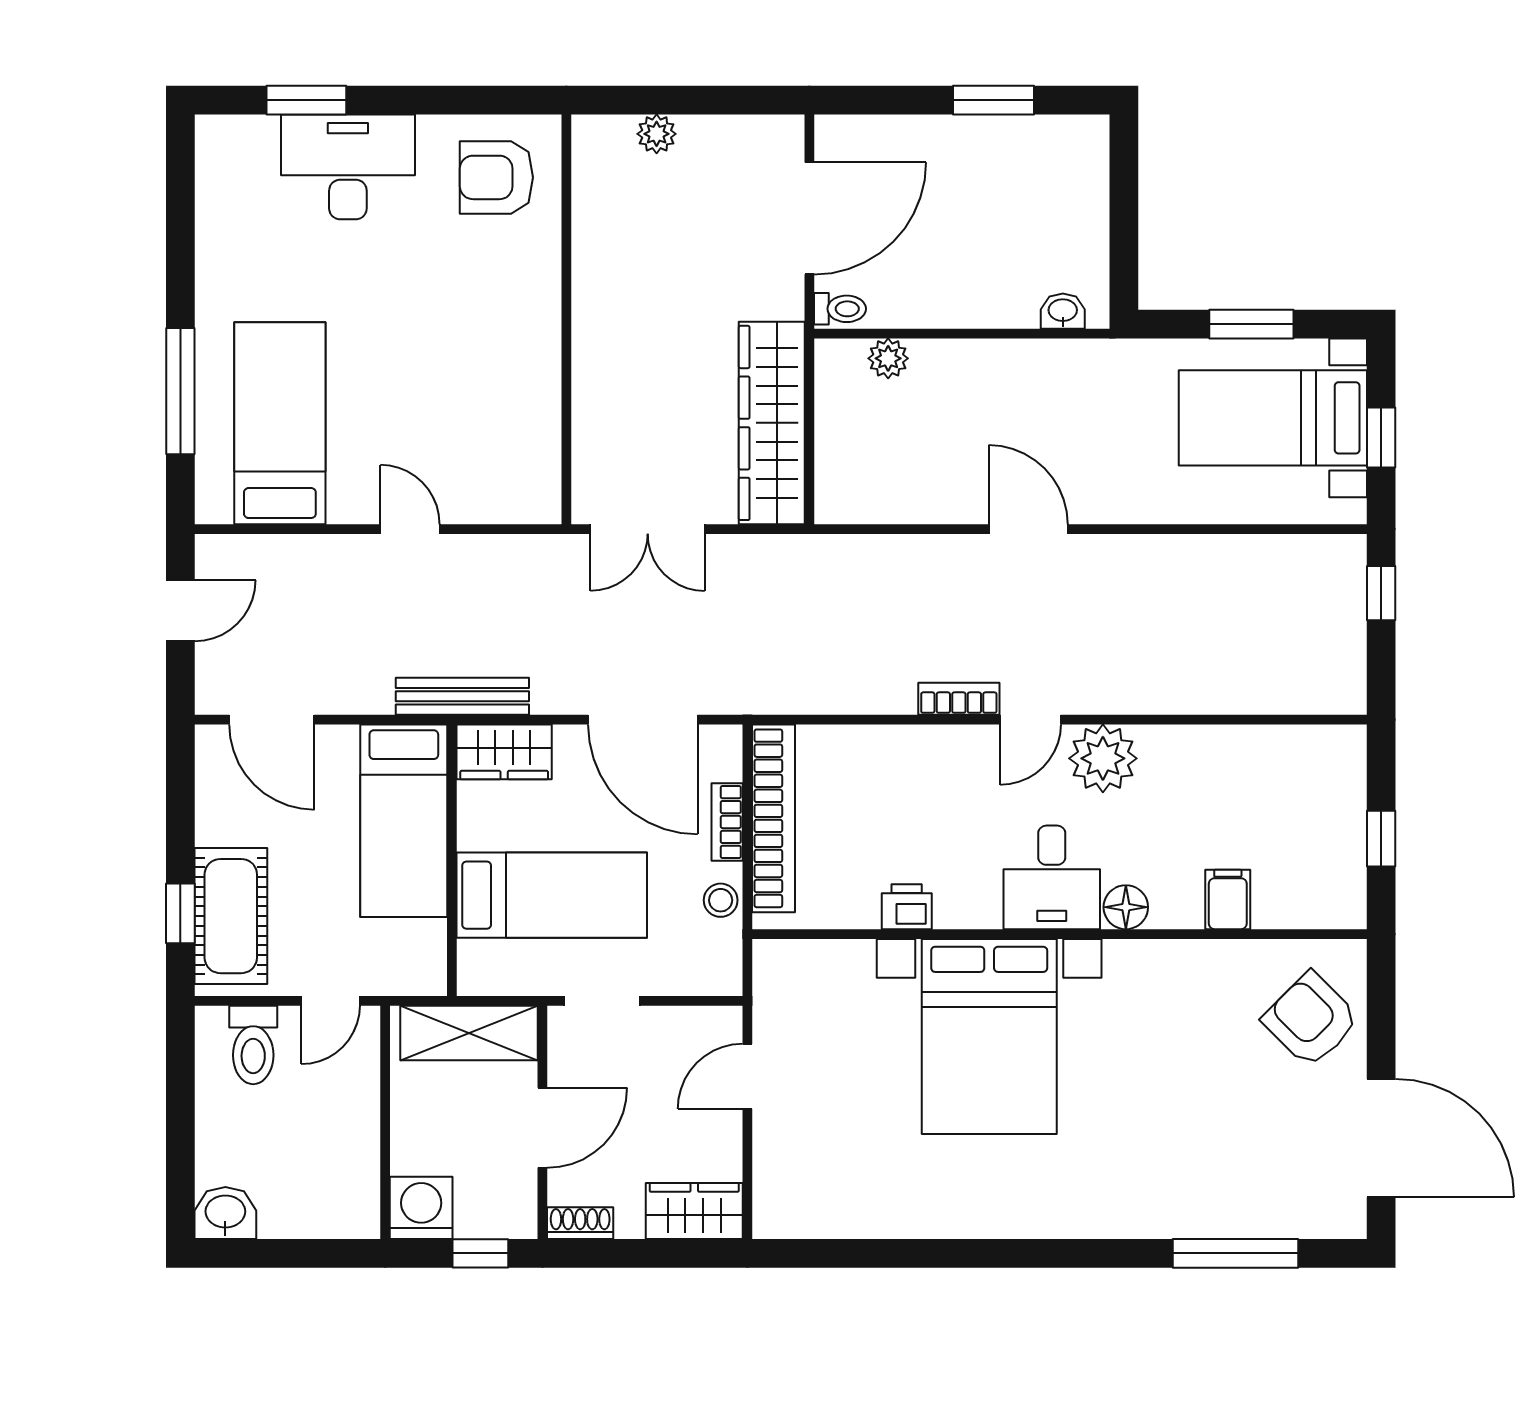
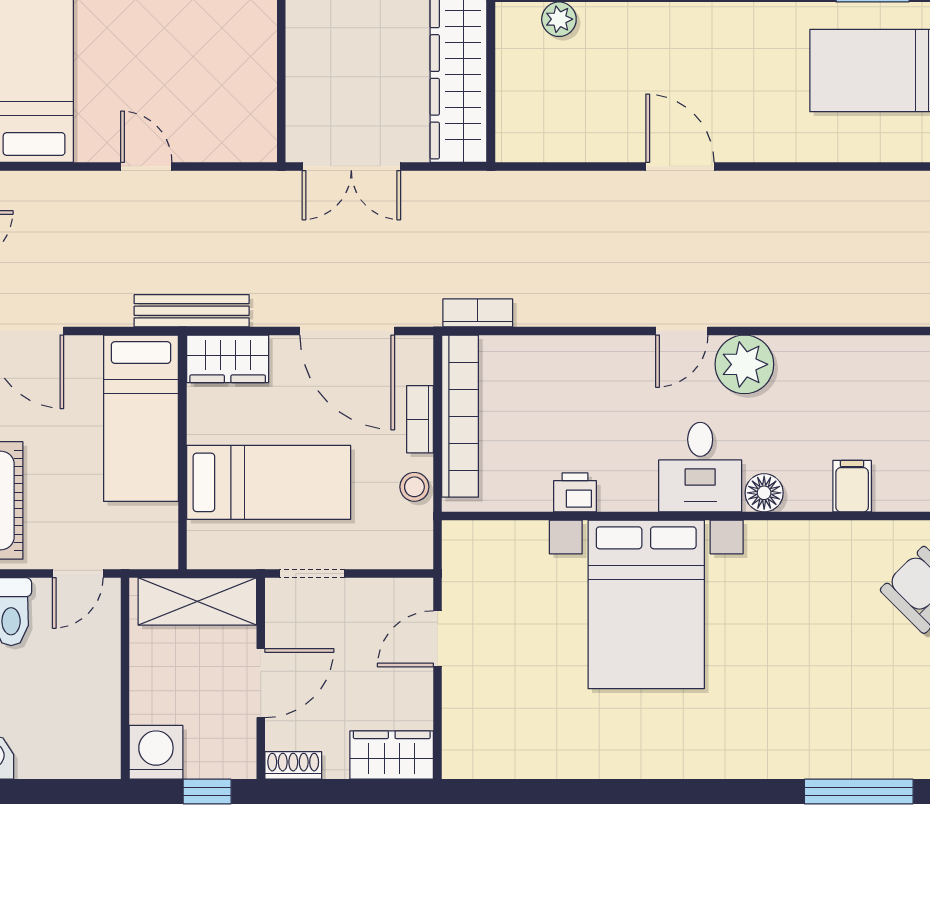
bookcase: (959, 699) -> (478, 313), moved

